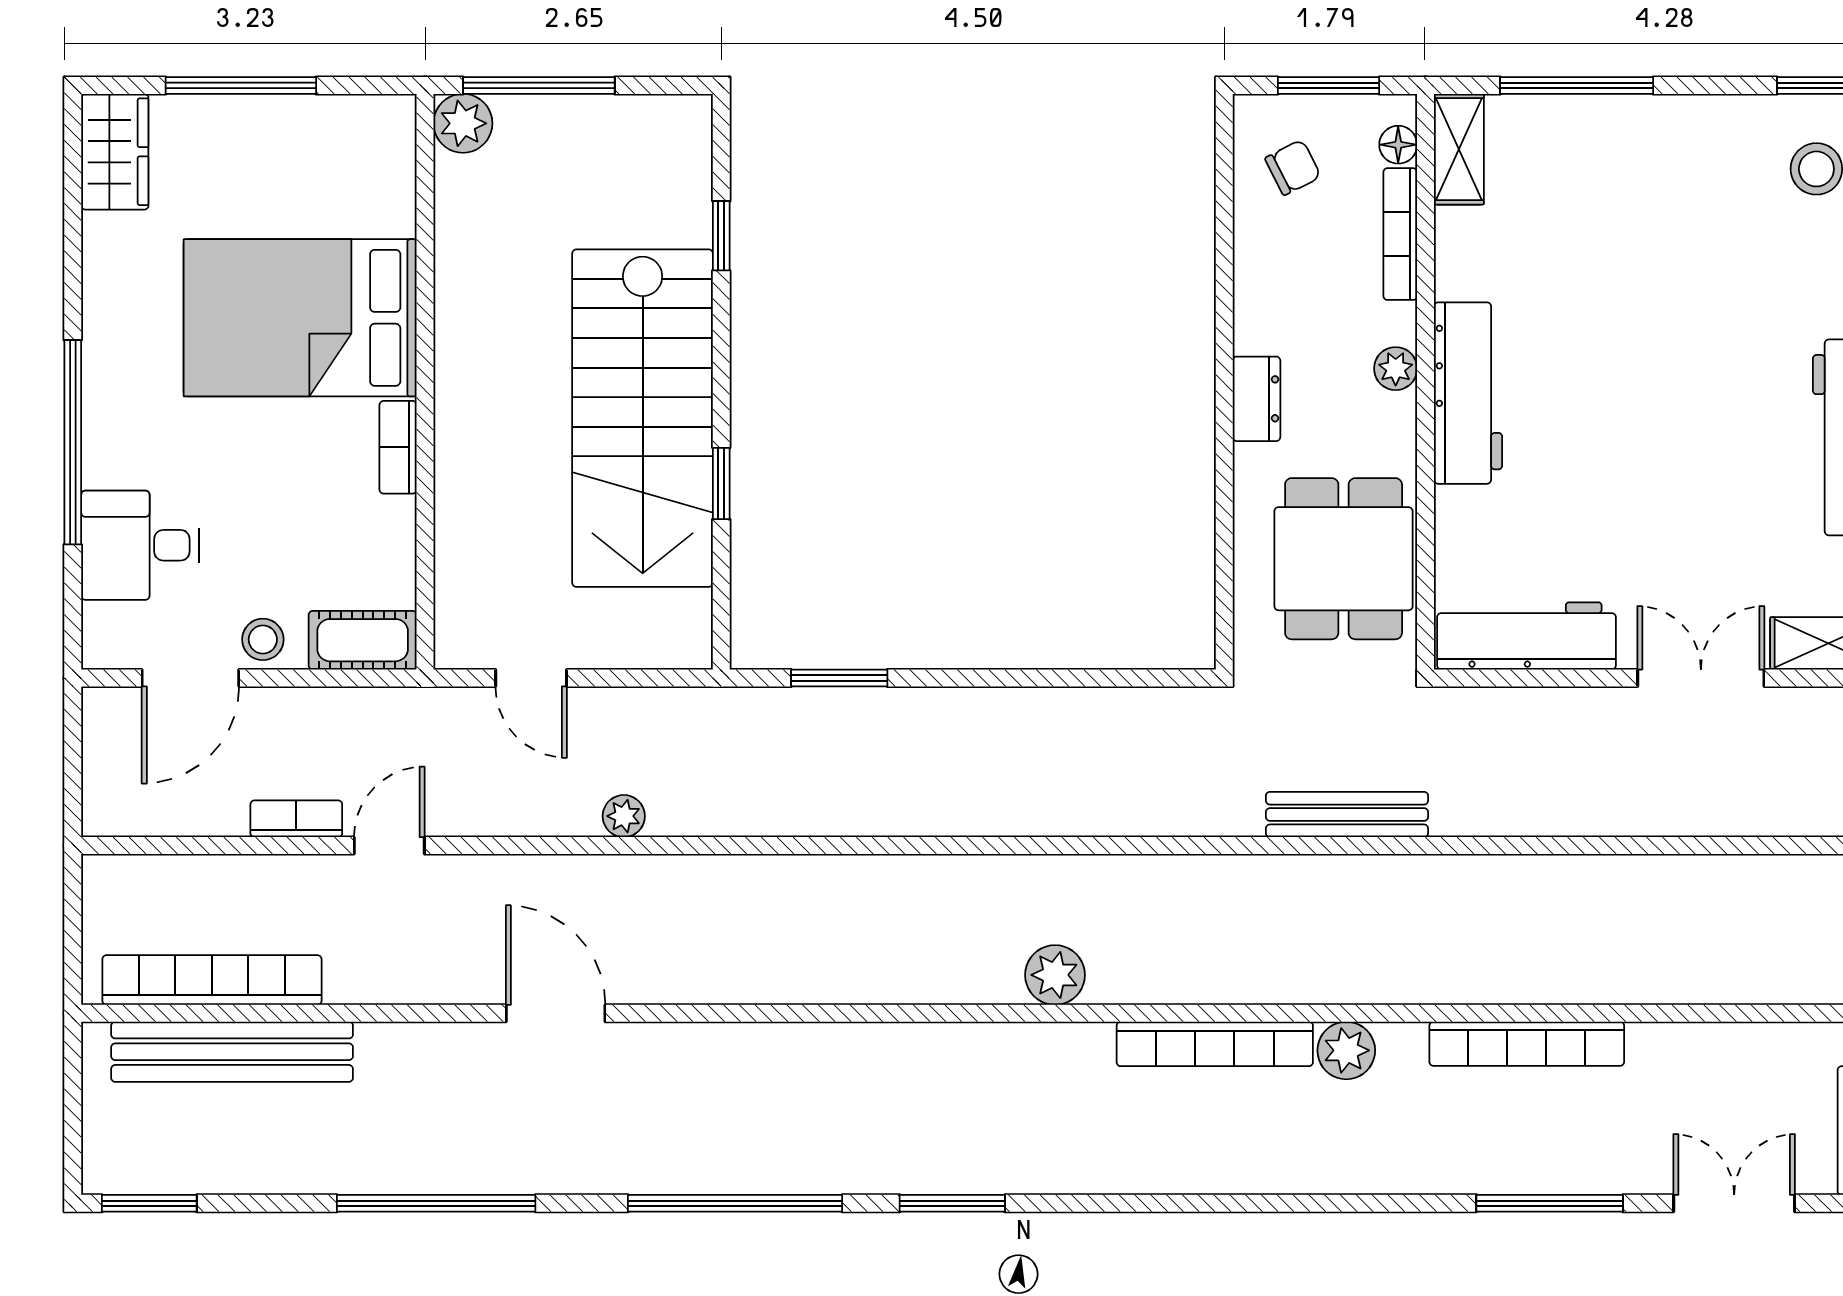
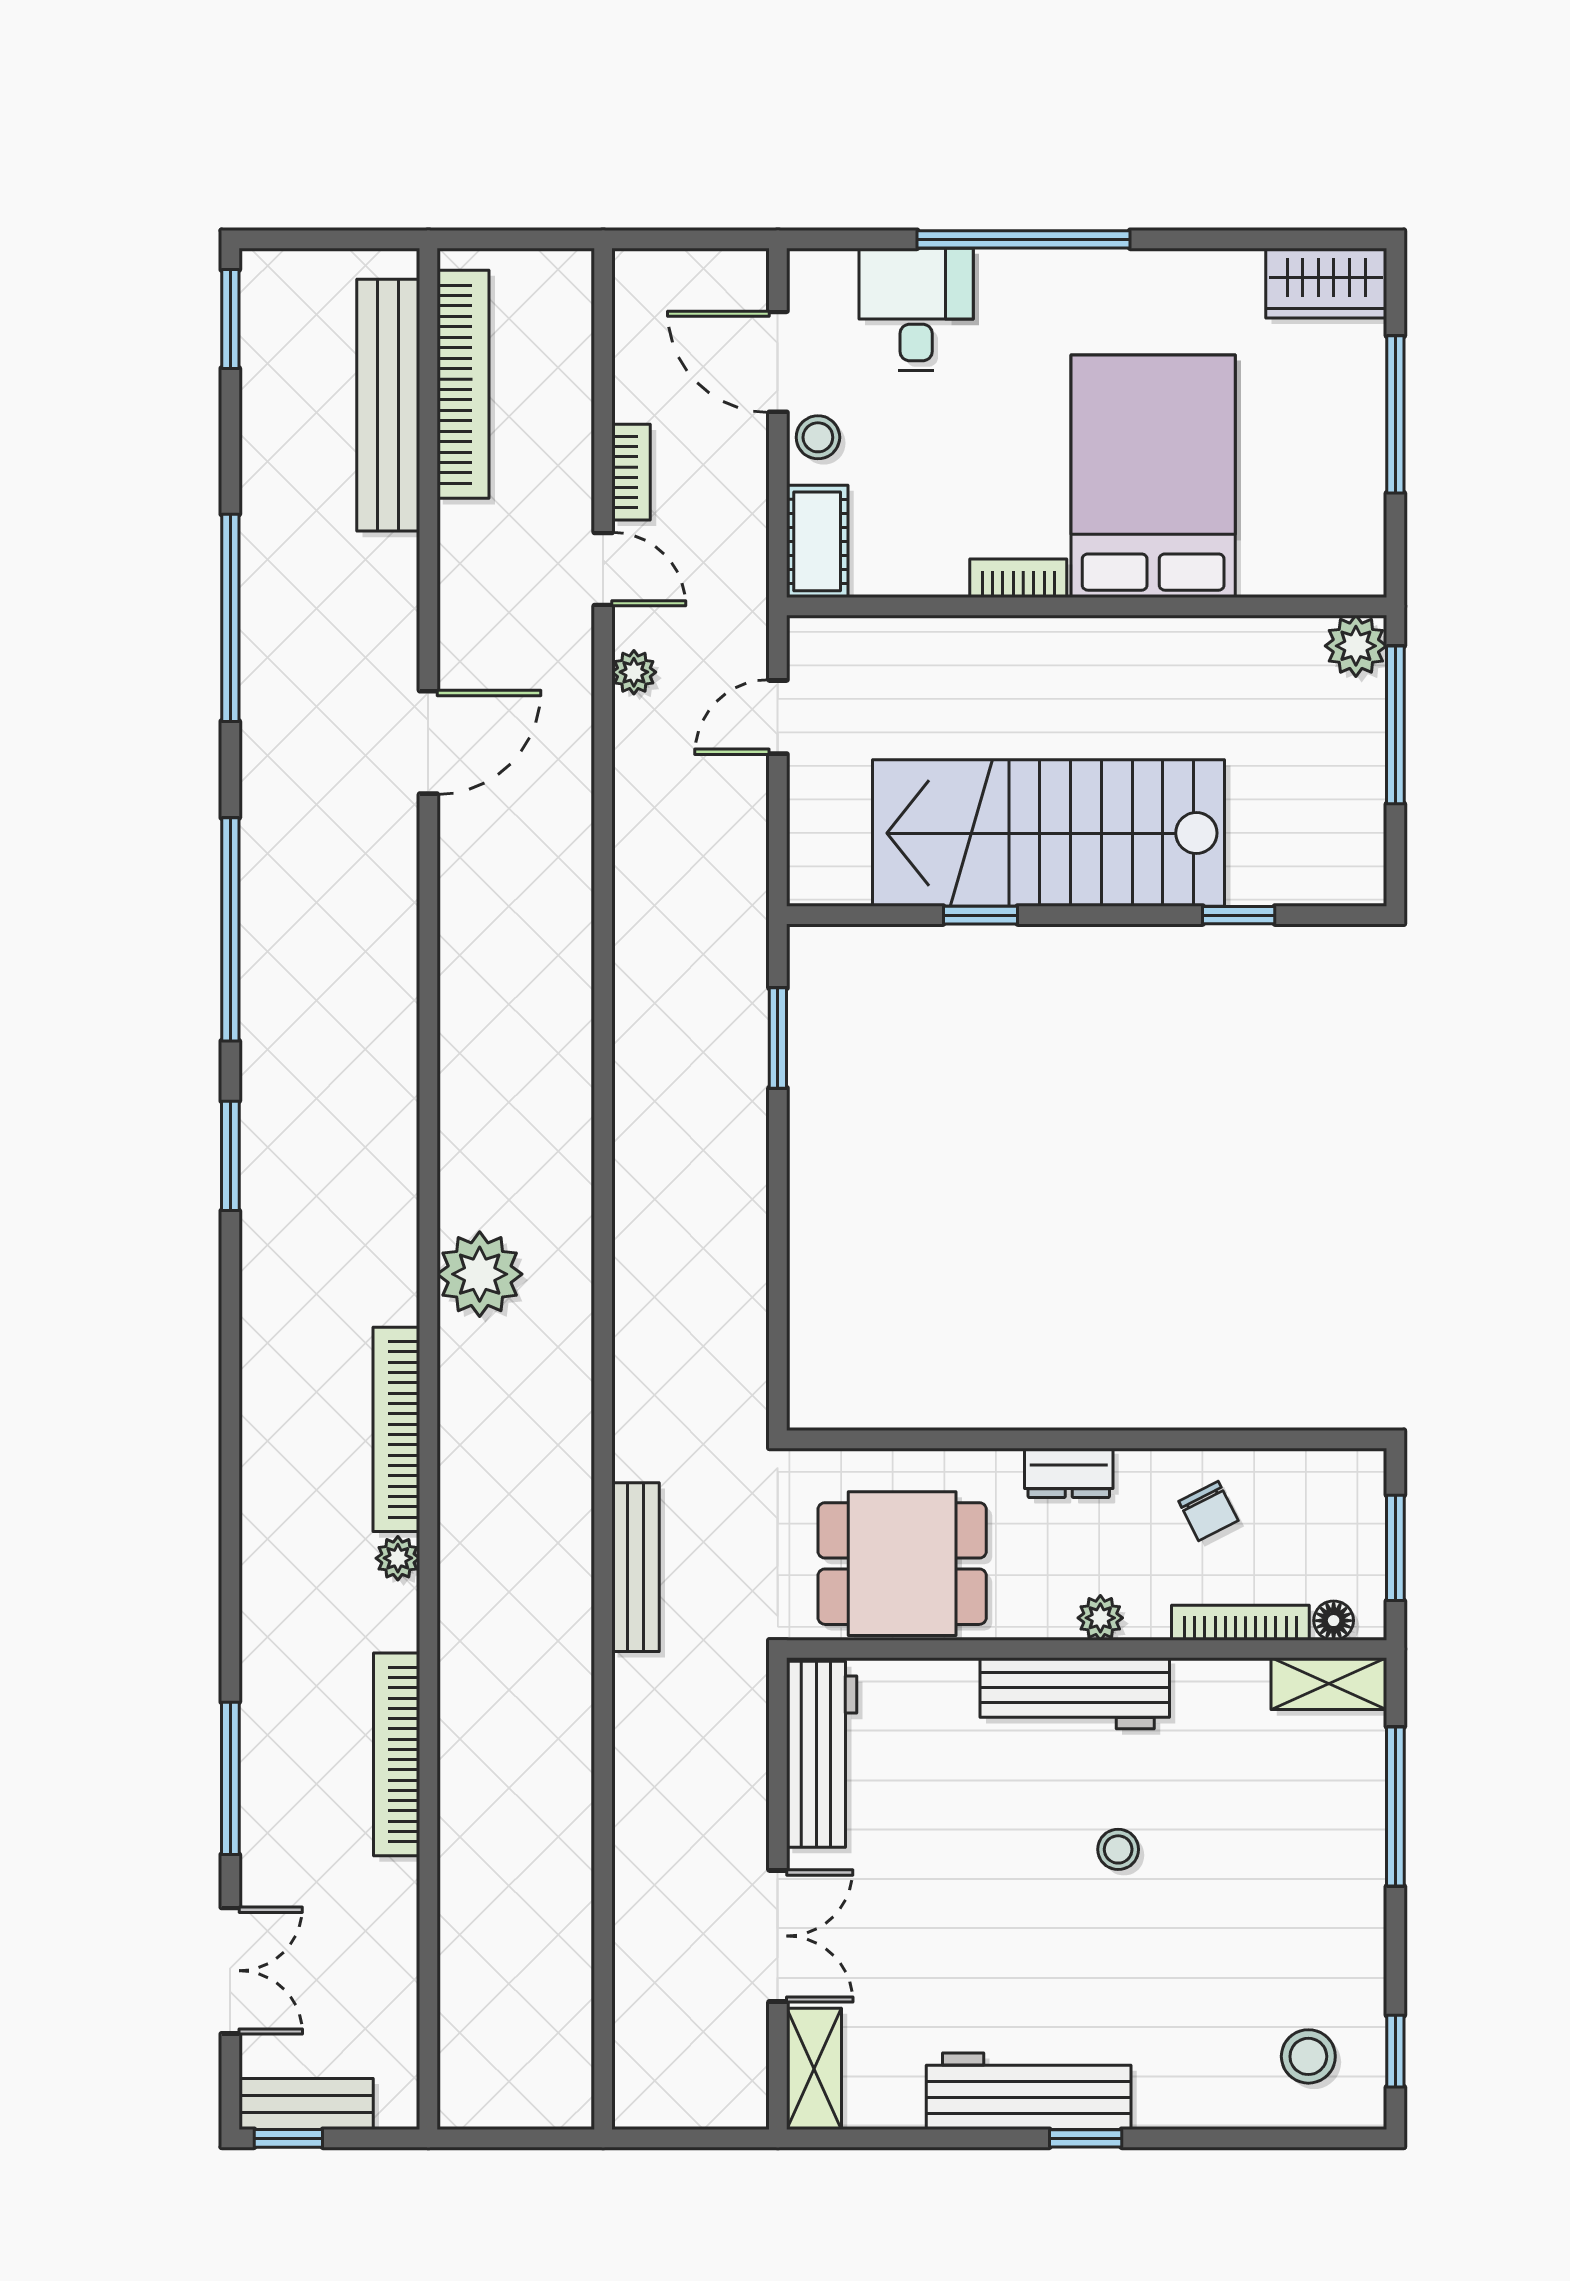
chair: (1293, 167) -> (1208, 1511), moved
stool: (1618, 351) -> (1118, 1849), added
plant: (624, 816) -> (634, 672), moved
plant: (1055, 975) -> (480, 1274), width x1.36, depth x1.36
plant: (1346, 1050) -> (398, 1558), width x0.73, depth x0.73

